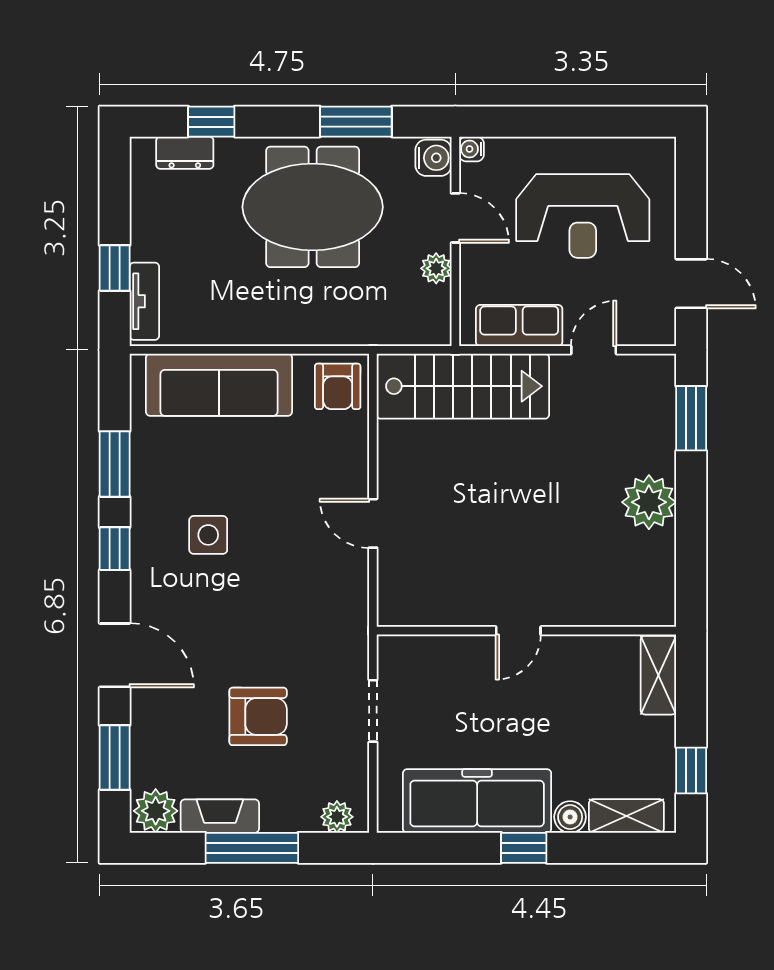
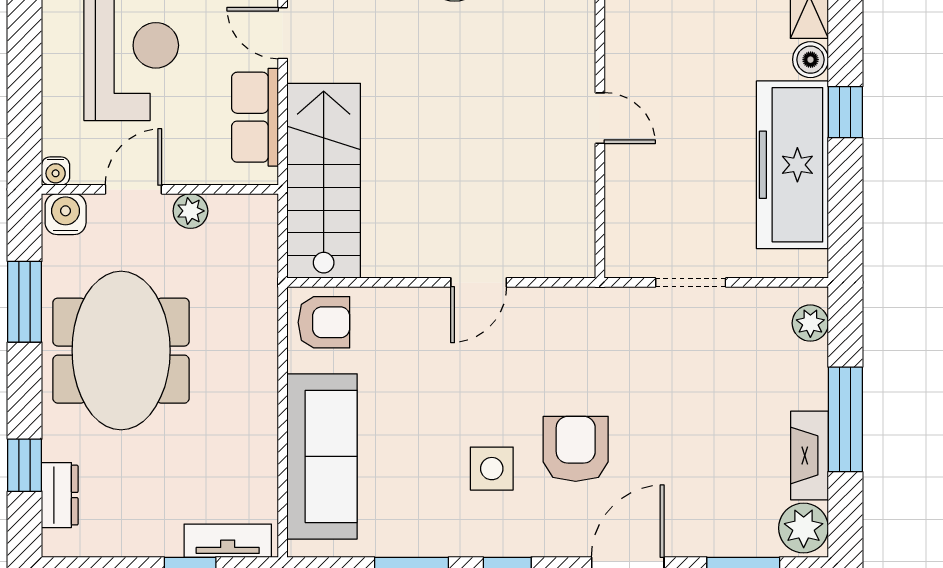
armchair: (258, 716) -> (576, 449), moved

